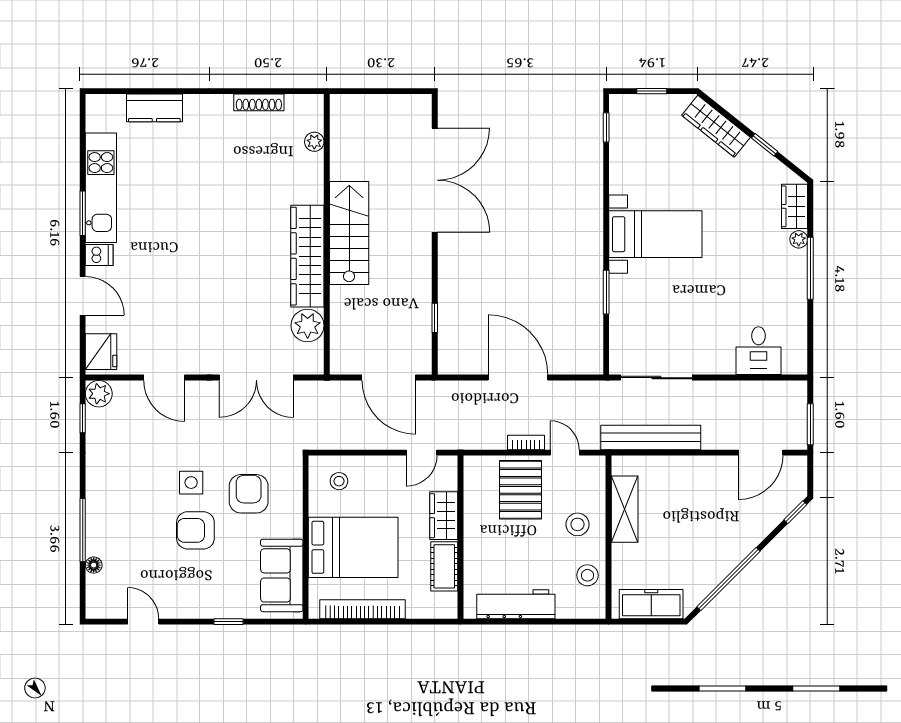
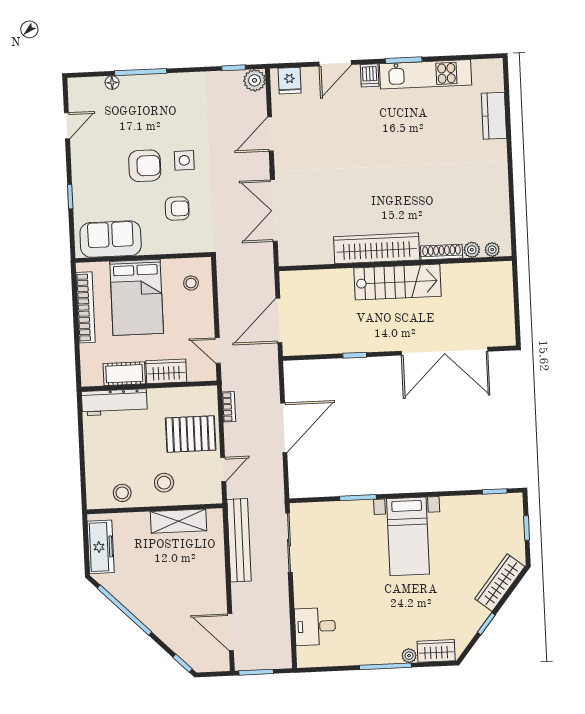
shoe rack: (259, 102) -> (442, 252), moved, turned 90
window: (435, 318) -> (355, 355), moved
plant: (308, 326) -> (492, 250), moved, width x0.53, depth x0.53
fridge: (101, 352) -> (290, 81), width x0.72
bookcase: (526, 443) -> (229, 407), moved
armchair: (249, 494) -> (177, 209), width x0.72, depth x0.72
armchair: (195, 530) -> (145, 166), turned 90
workbench: (516, 604) -> (114, 402), moved, turned 90

